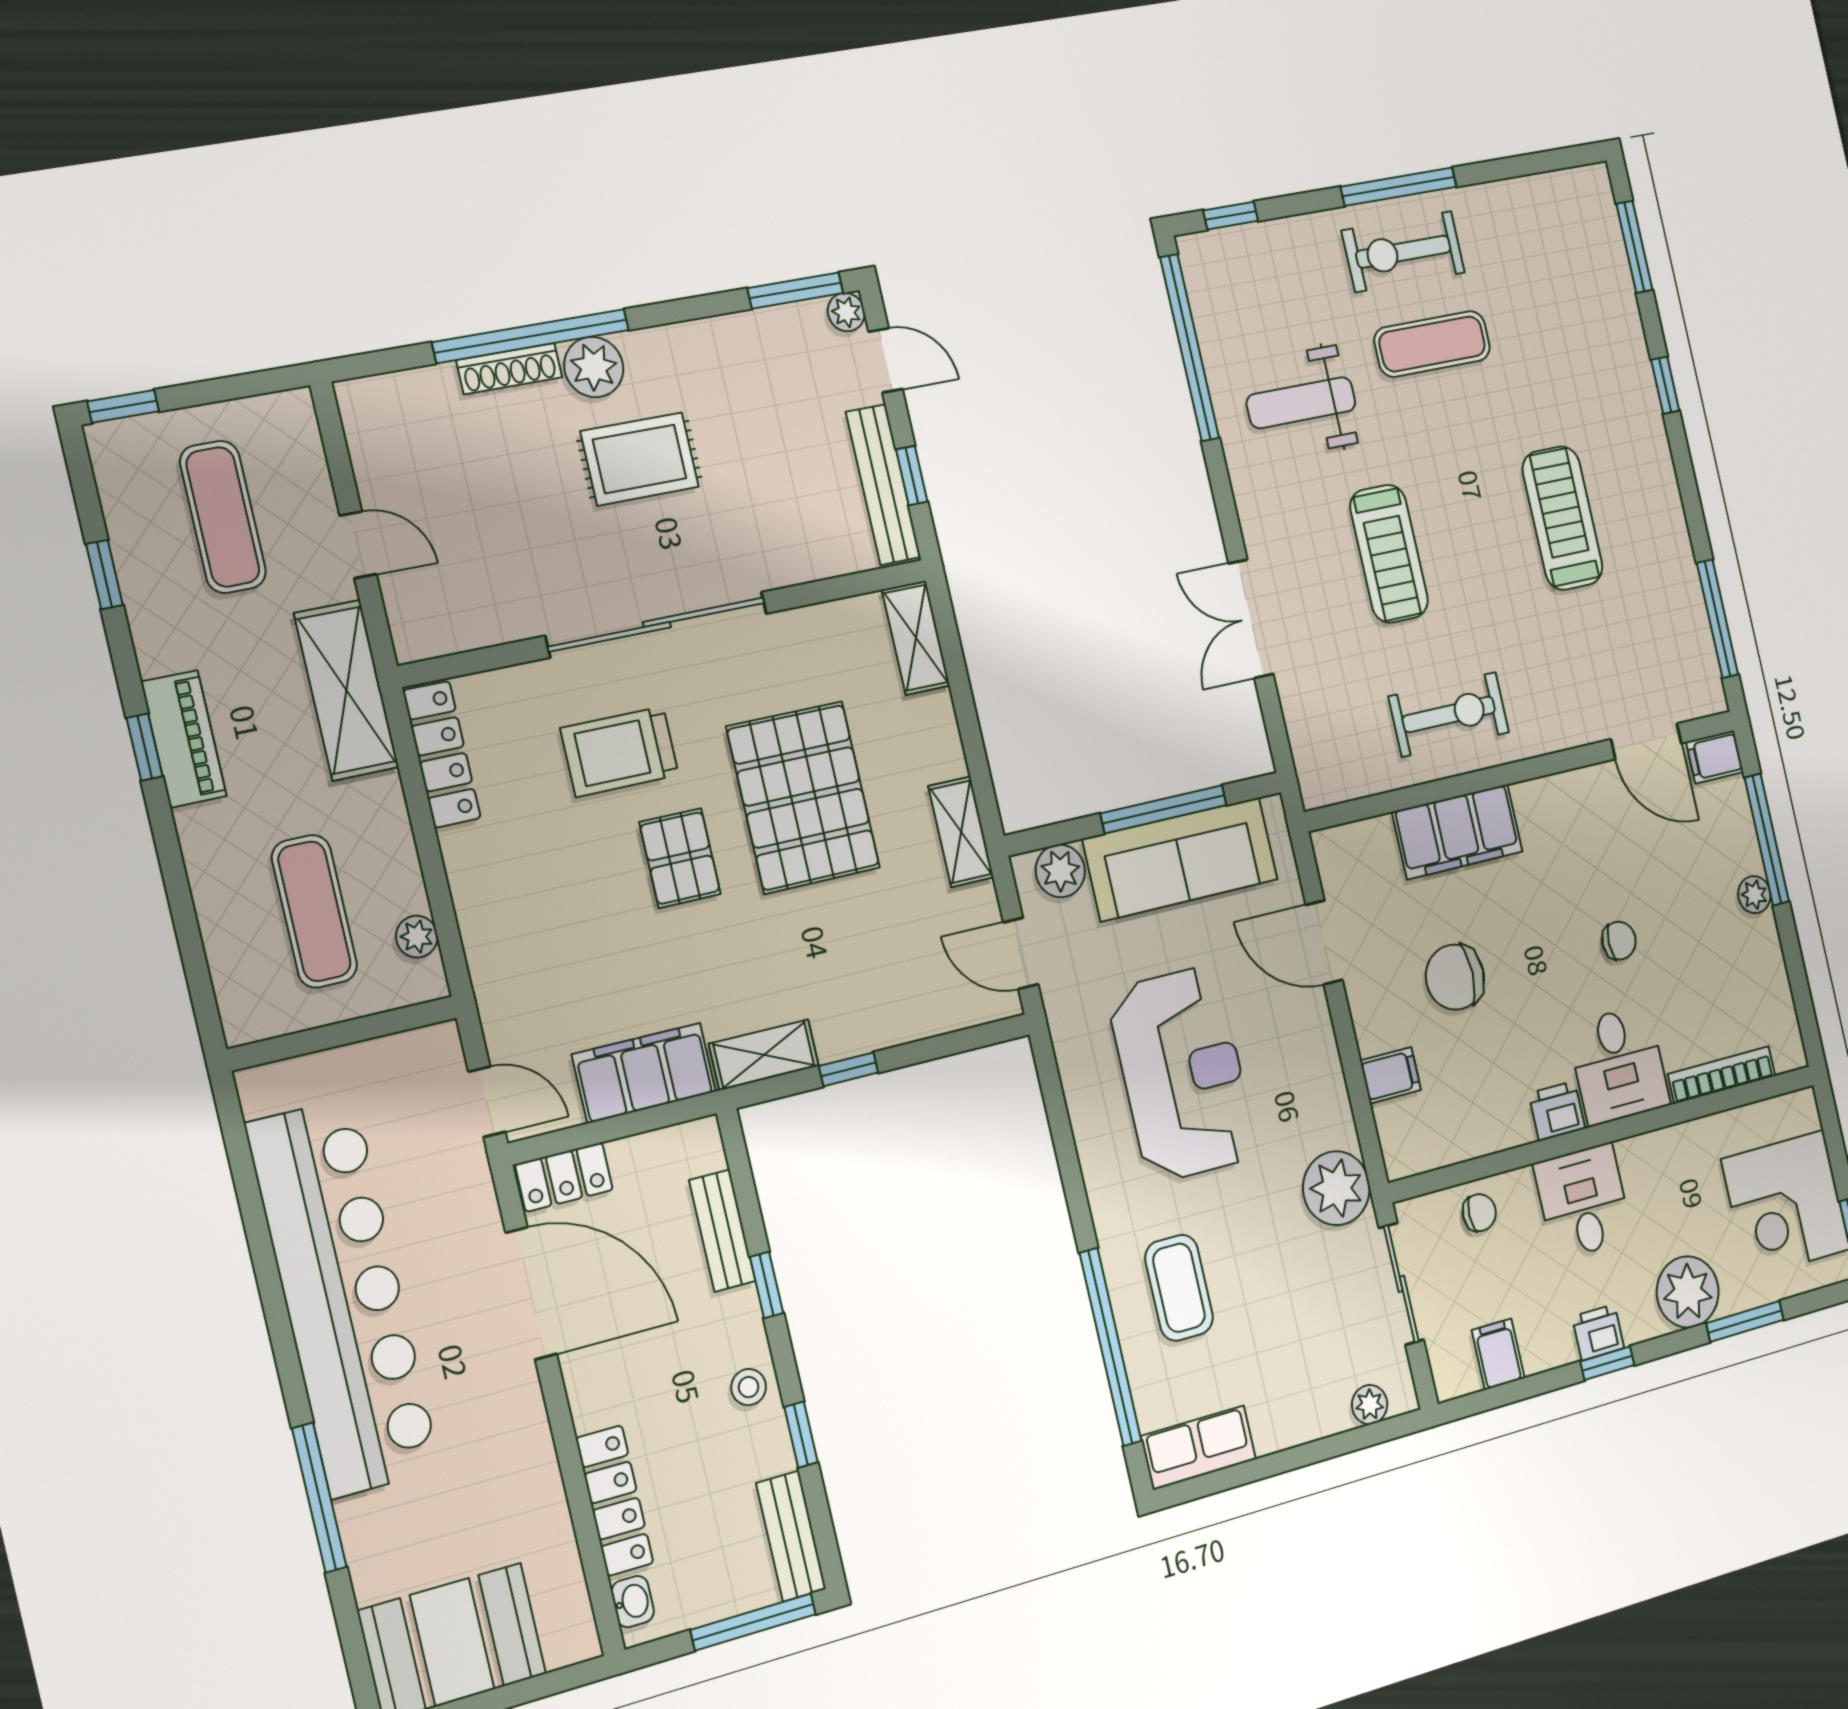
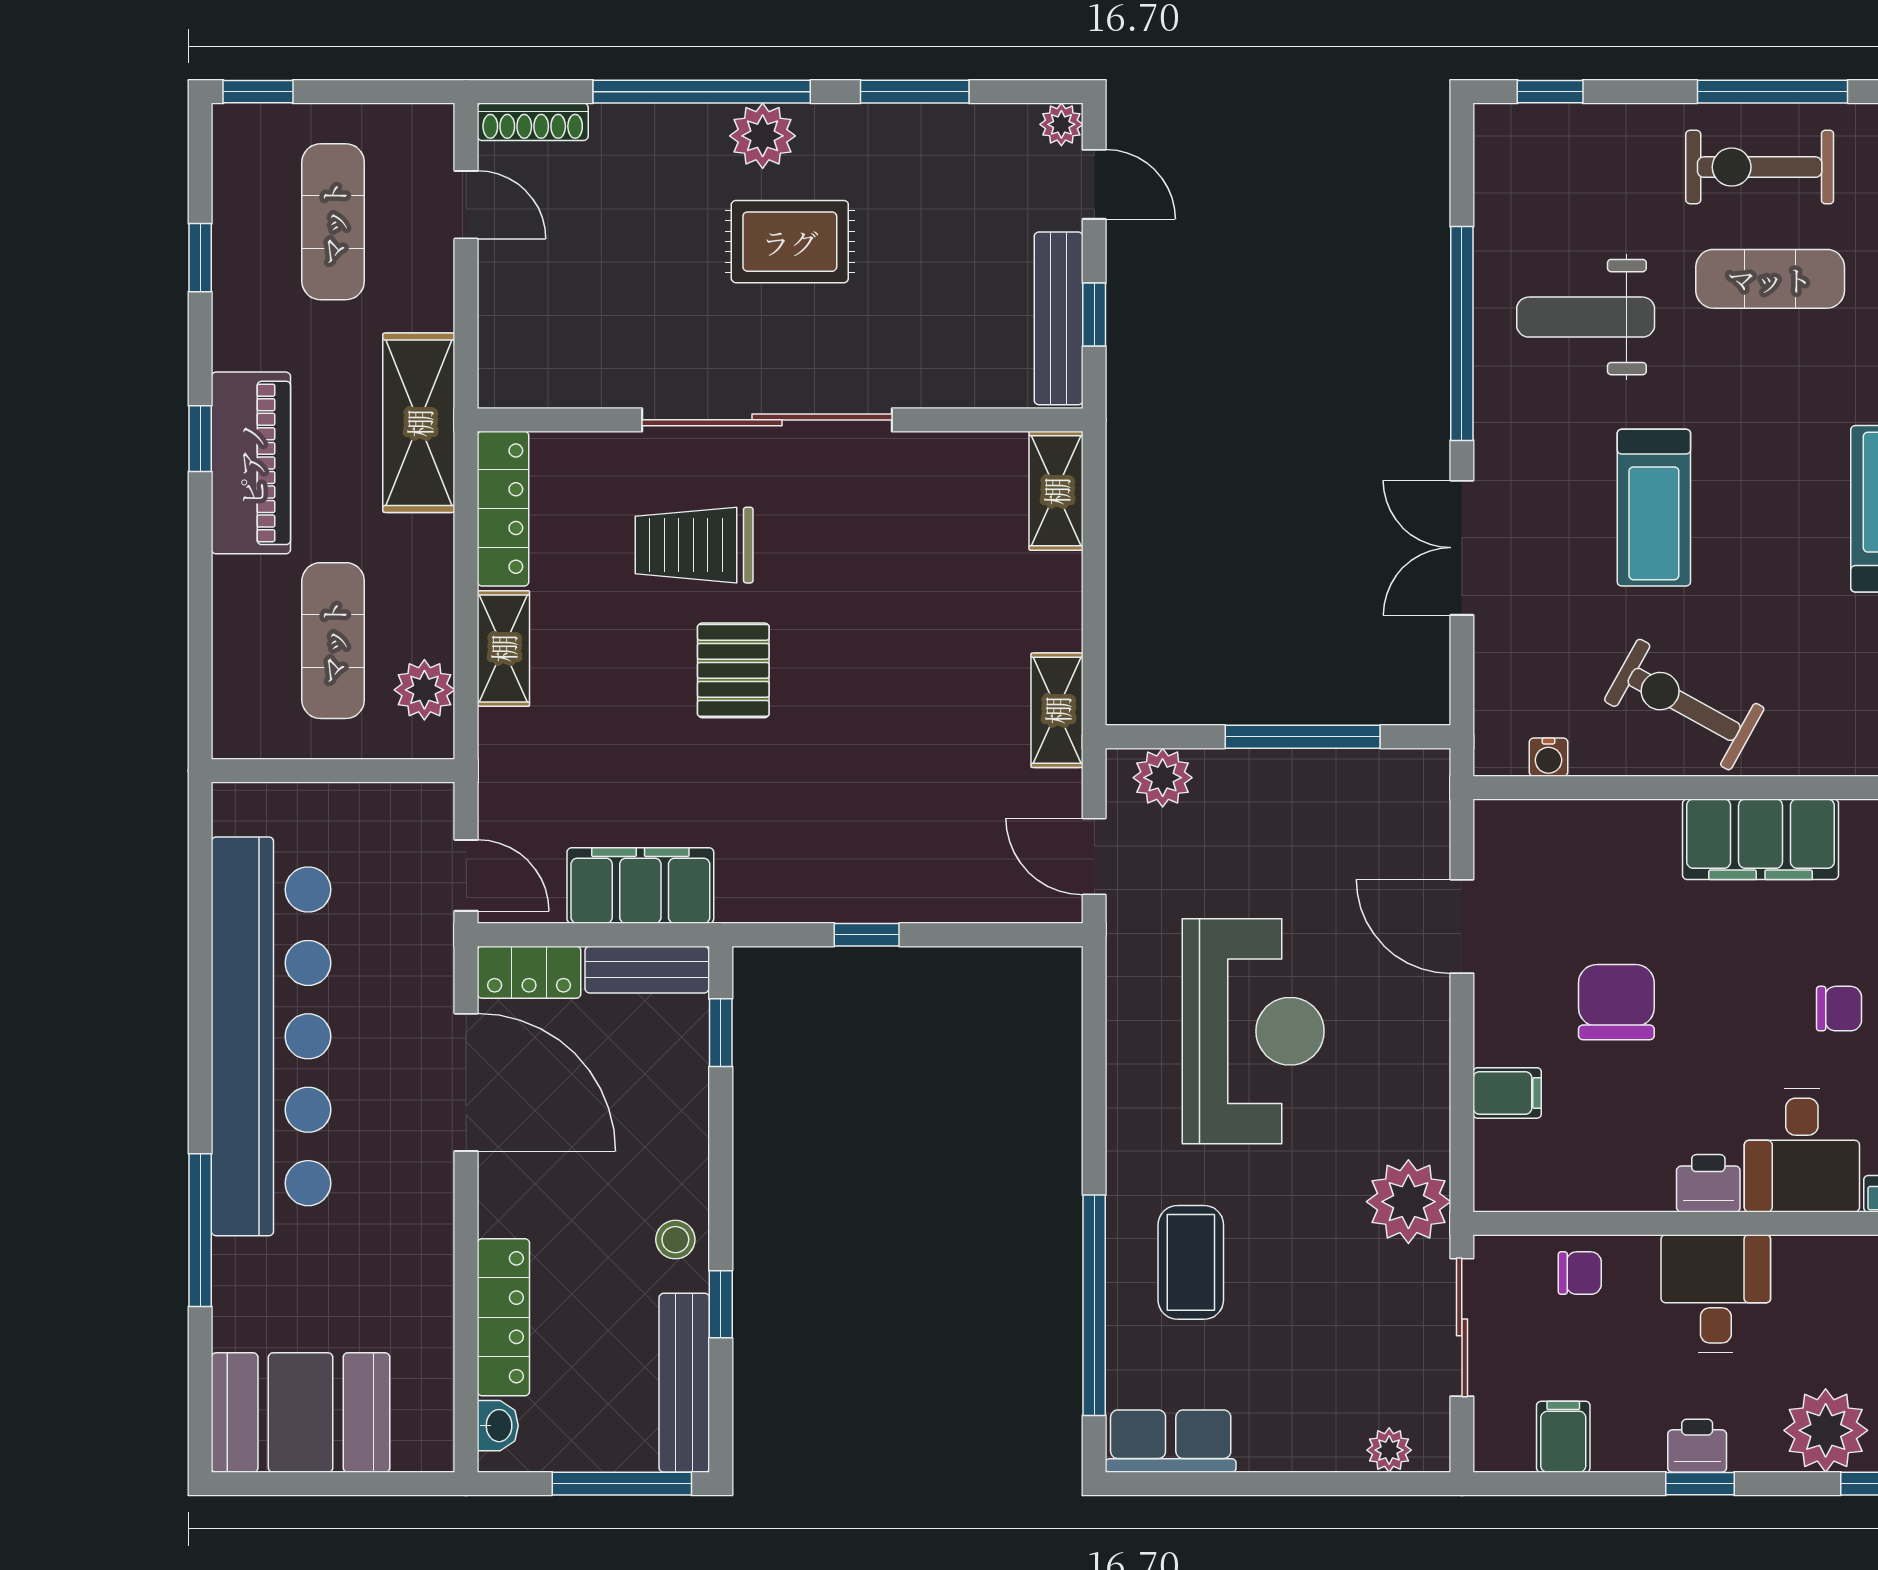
window: (795, 291) -> (915, 92), moved
window: (1190, 348) -> (1462, 333), moved
shoe rack: (509, 369) -> (533, 122), moved
door: (358, 545) -> (466, 205), moved
exercise bike: (1449, 714) -> (1684, 704), turned -151
piano: (184, 739) -> (251, 463), width x1.37, depth x1.33
water cooler: (1357, 782) -> (1548, 757), added
pallet: (803, 797) -> (886, 635), removed
filing cabinet: (1457, 832) -> (1761, 839), moved
sofa: (1180, 859) -> (1309, 796), removed
plant: (417, 937) -> (424, 690), width x1.38, depth x1.38
chair: (1455, 977) -> (1616, 1002), turned 90
shelving: (764, 1055) -> (503, 648), moved, turned 90
bench: (722, 1231) -> (647, 970), moved, turned 90
window: (767, 1285) -> (721, 1033), moved
bench: (791, 1536) -> (684, 1383), width x1.36

